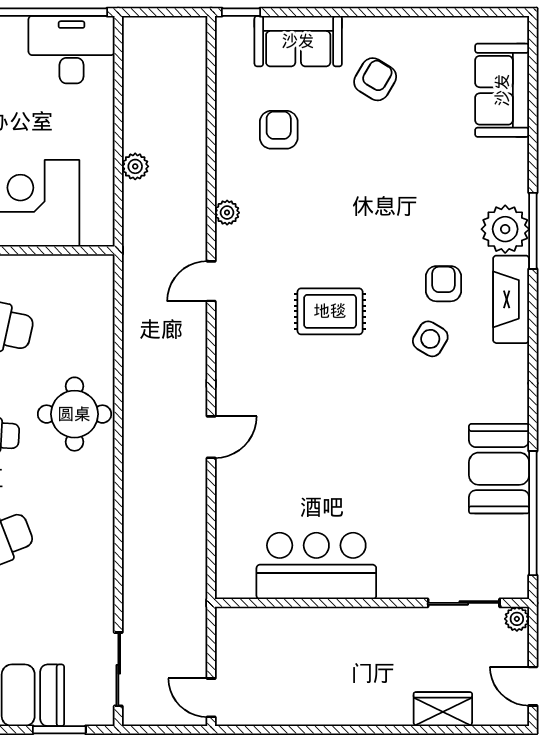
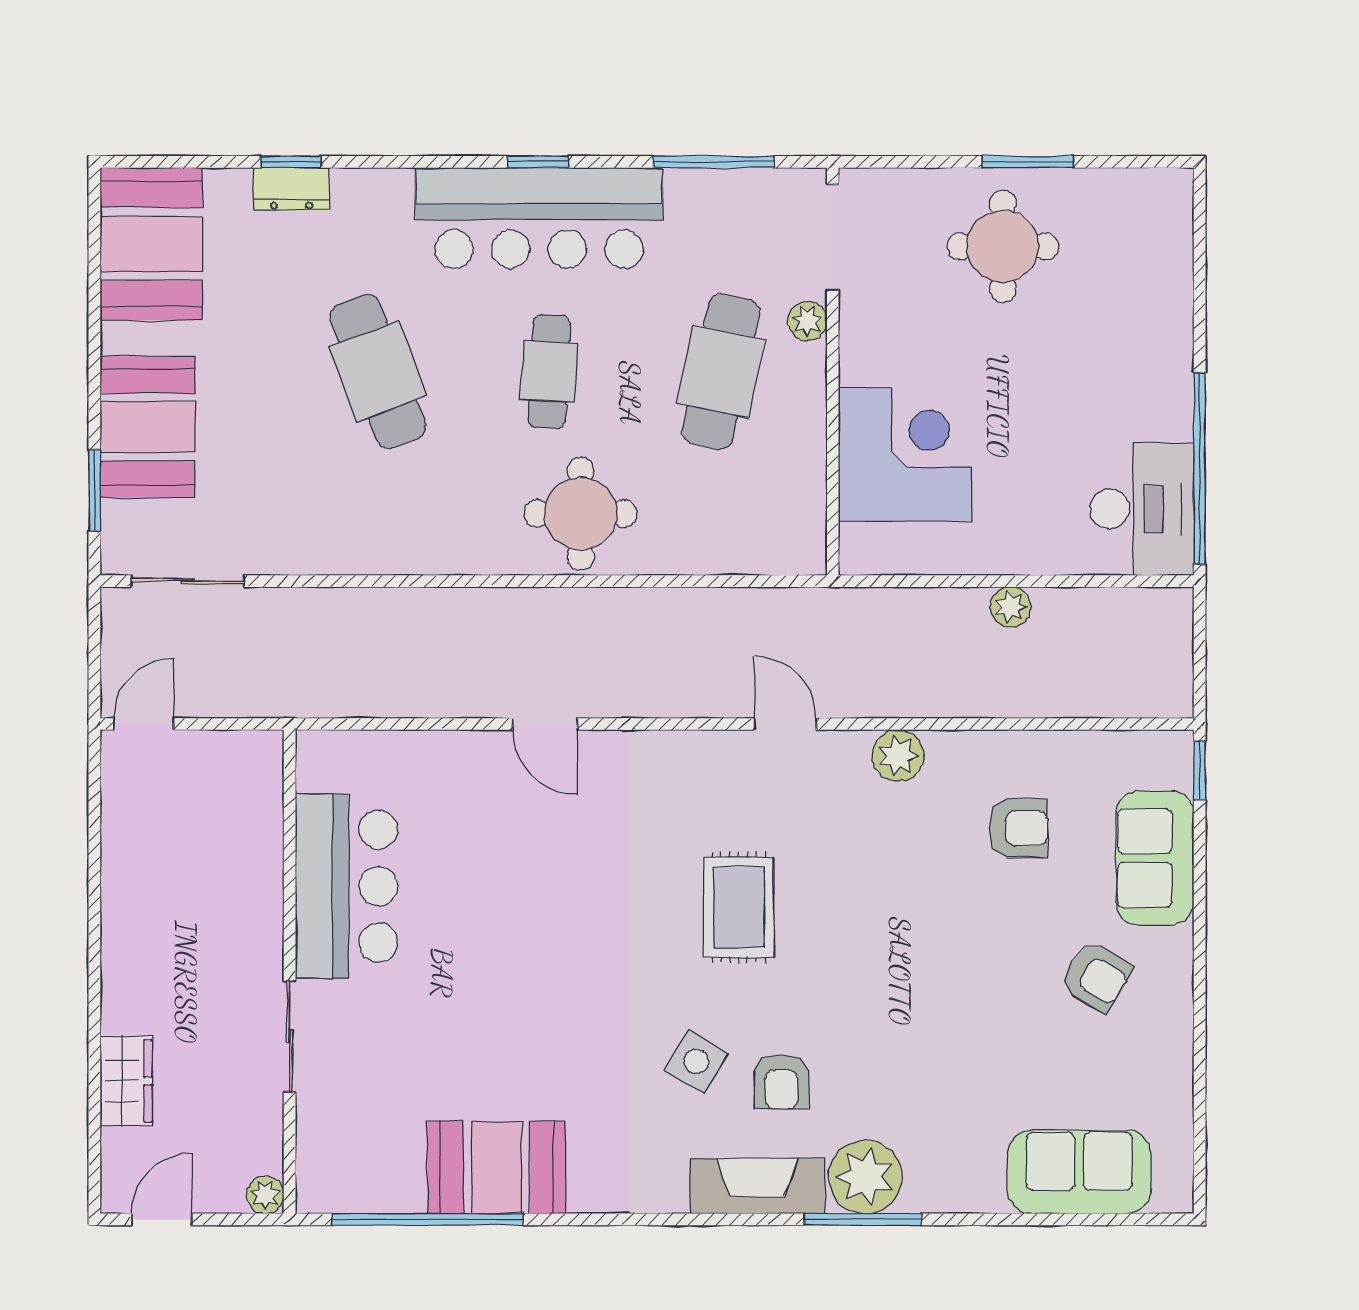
plant: (135, 166) -> (1011, 607), moved
plant: (227, 213) -> (898, 756), width x1.38, depth x1.38
armchair: (444, 284) -> (781, 1082), turned 90
sliding door: (464, 603) -> (290, 1036), moved

